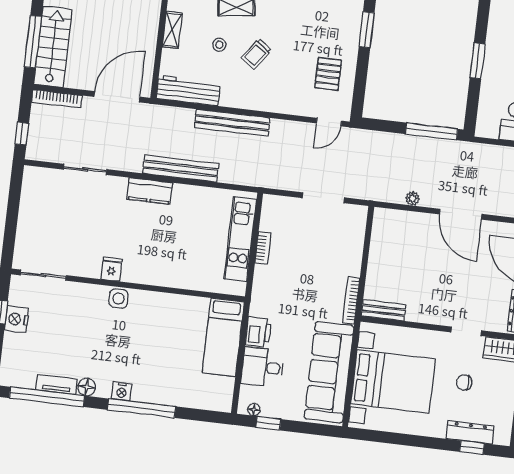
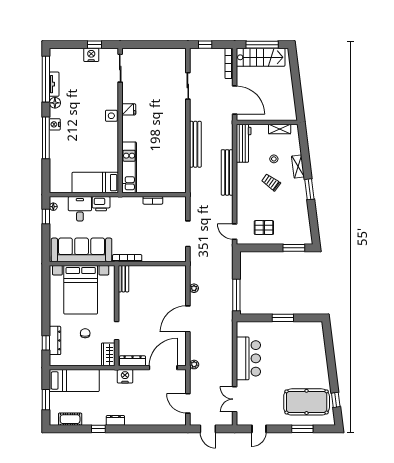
kitchen counter: (150, 191) -> (179, 127), removed
kitchen unit: (240, 239) -> (129, 167), moved, turned 90

